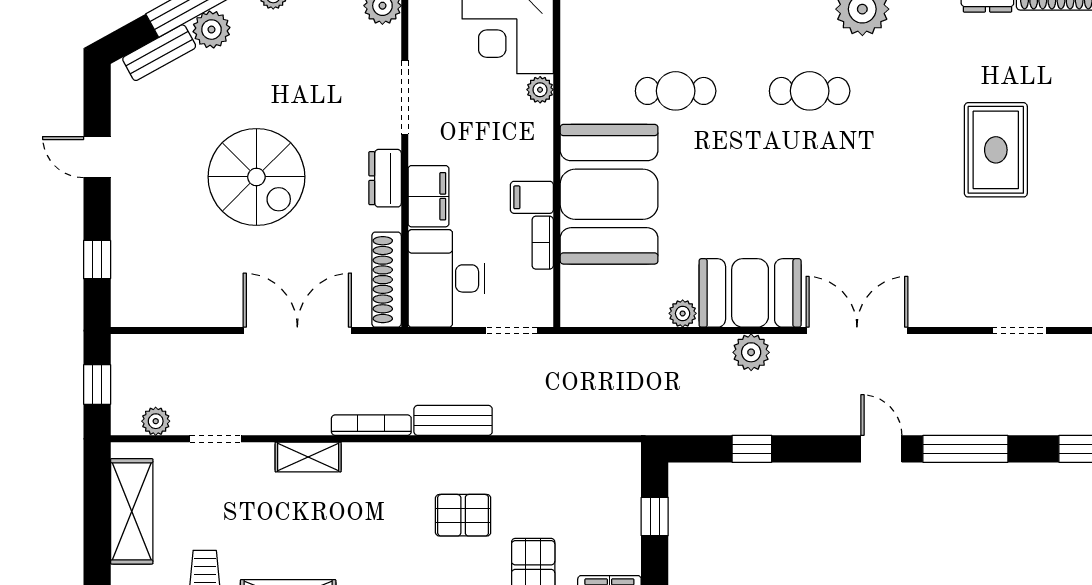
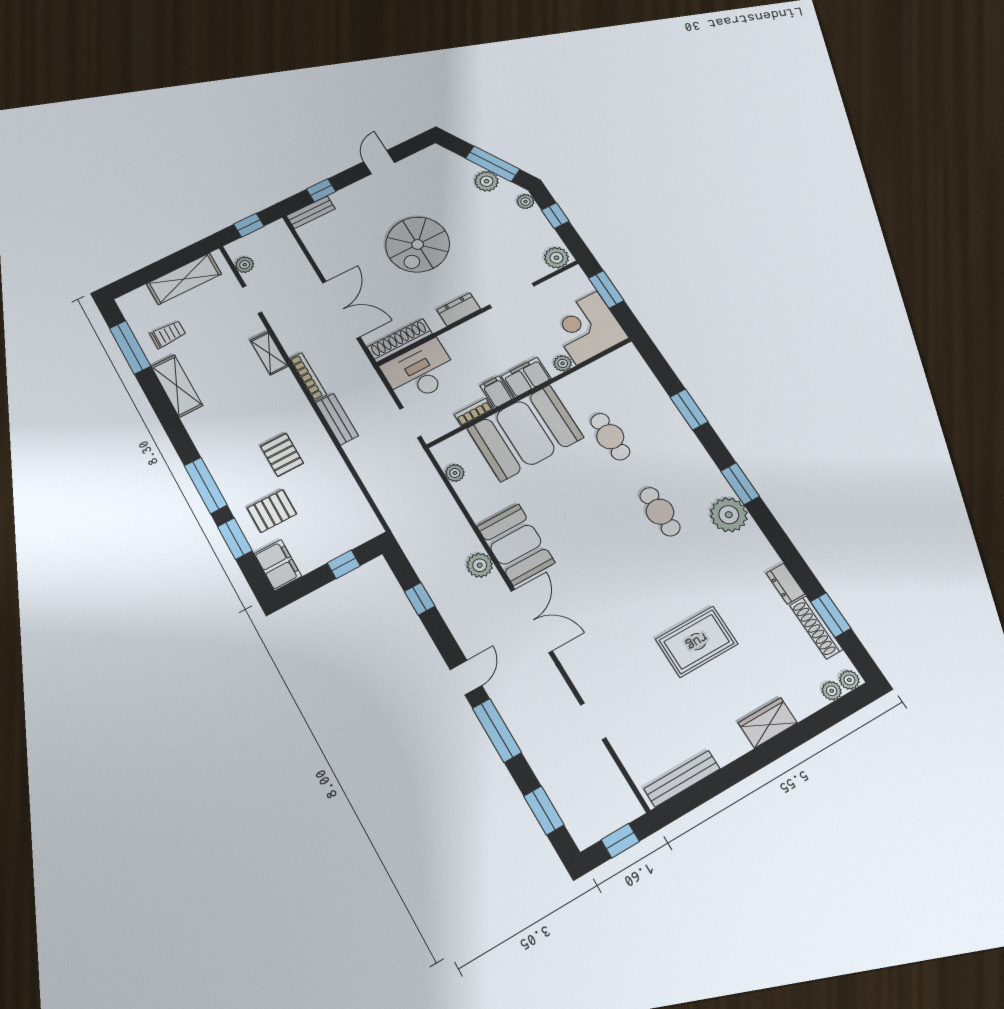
bench: (159, 53) -> (311, 212), moved, turned -61
filing cabinet: (428, 196) -> (526, 377), moved, turned 180
plant: (683, 313) -> (455, 473), moved

